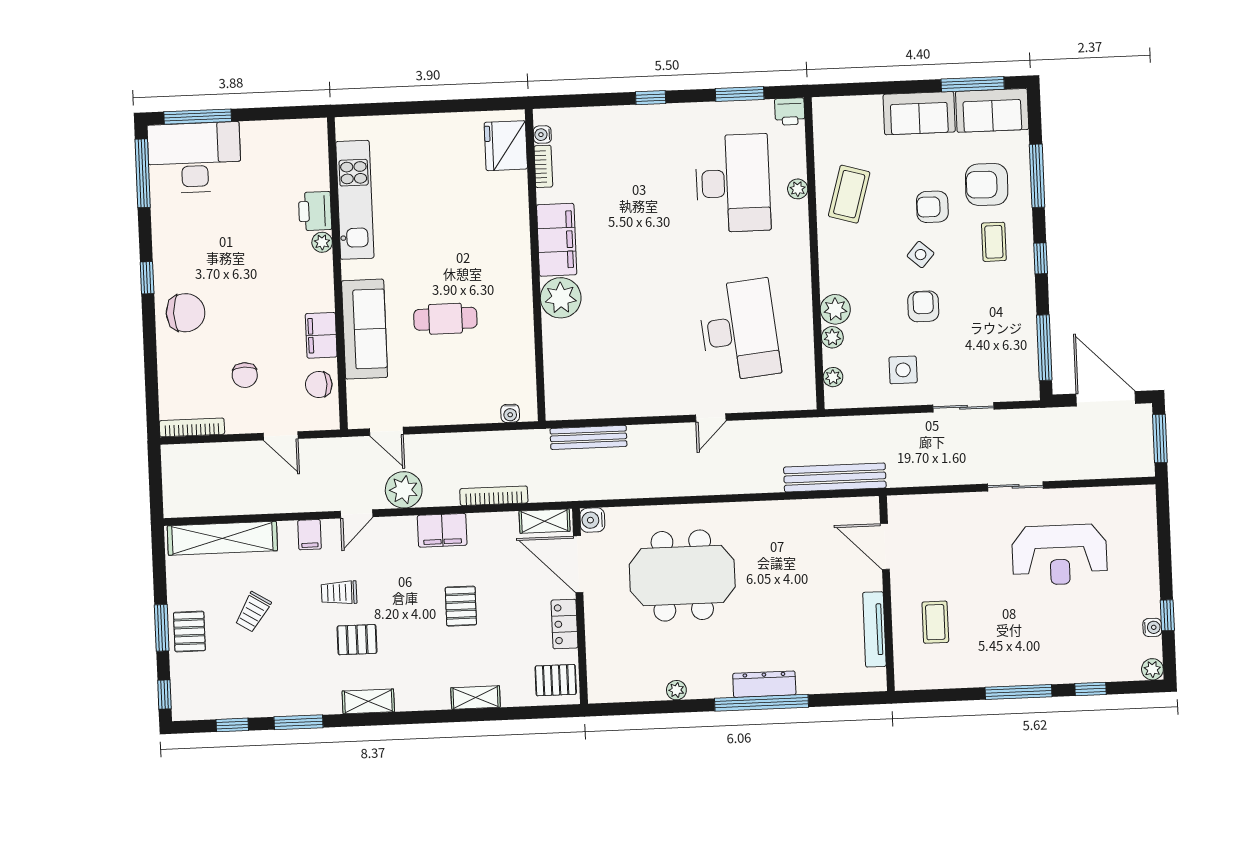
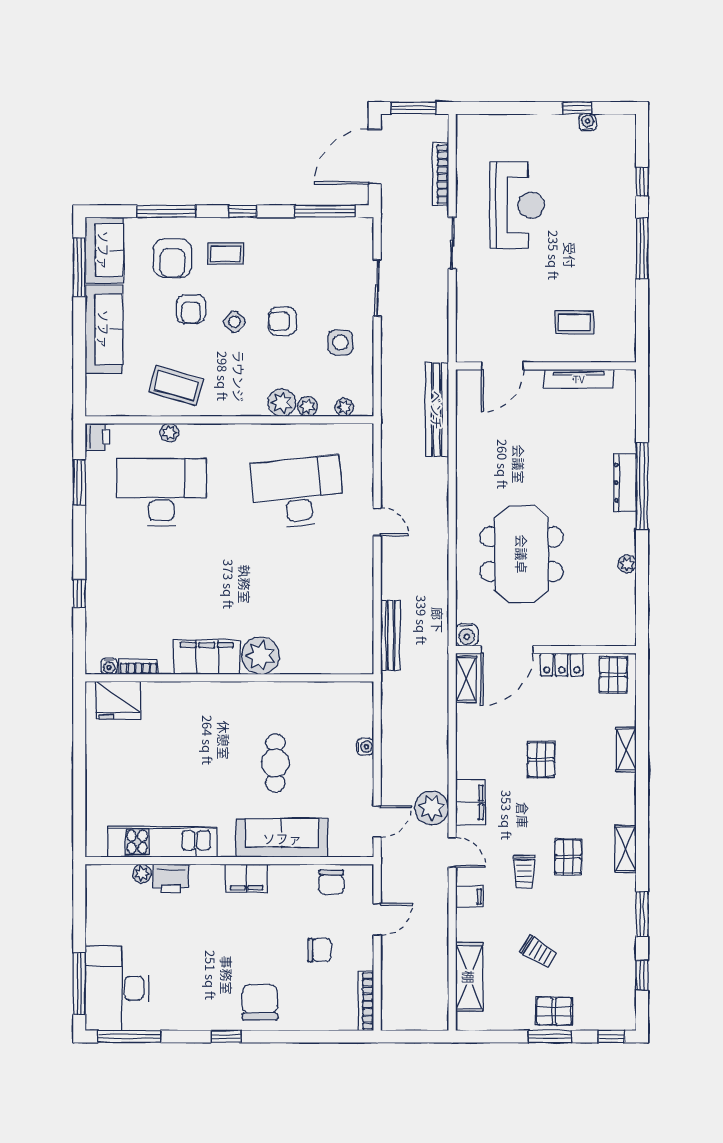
window: (651, 98) -> (79, 594), moved
sofa: (919, 113) -> (104, 329), width x1.36
plant: (322, 242) -> (142, 874), moved
filing cabinet: (321, 335) -> (247, 878), moved
water cooler: (510, 413) -> (365, 747), moved
bookcase: (494, 496) -> (441, 174), moved
filing cabinet: (442, 530) -> (470, 802), moved
shelving: (222, 538) -> (469, 977), width x0.68
pallet: (461, 606) -> (541, 760), turned 90
plant: (1152, 669) -> (626, 124), removed

